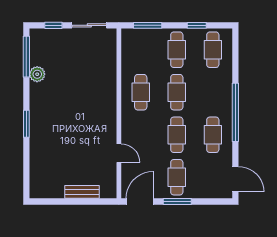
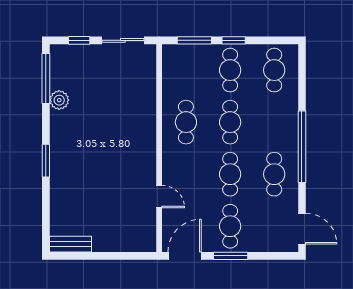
window: (197, 25) -> (234, 40), moved
bench: (82, 192) -> (71, 244), moved

